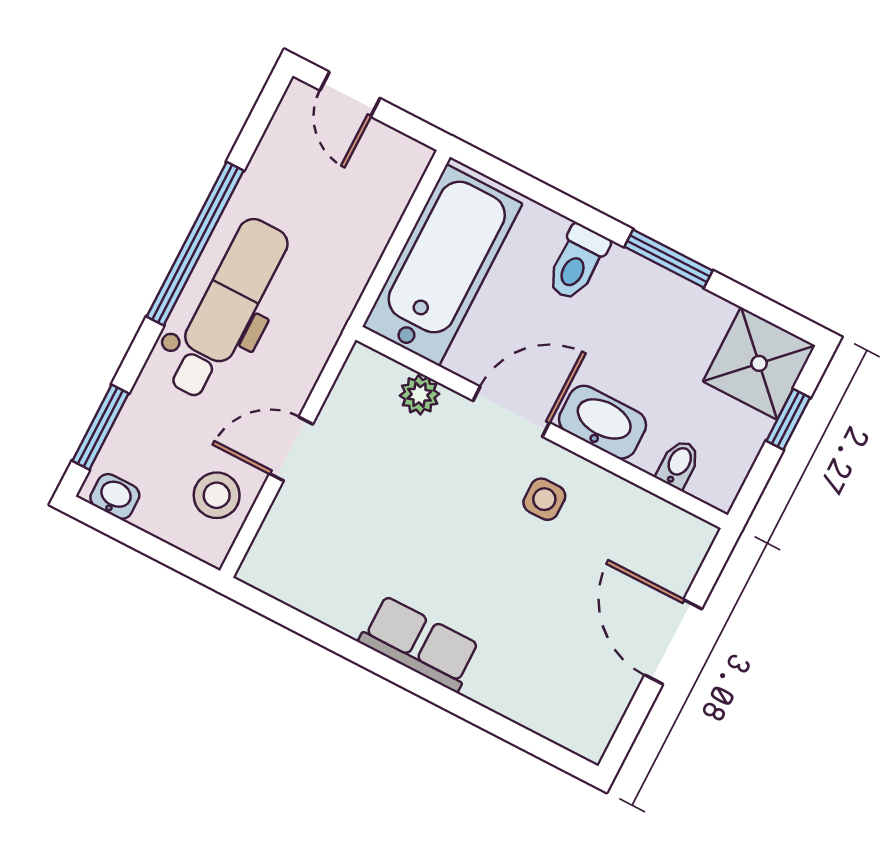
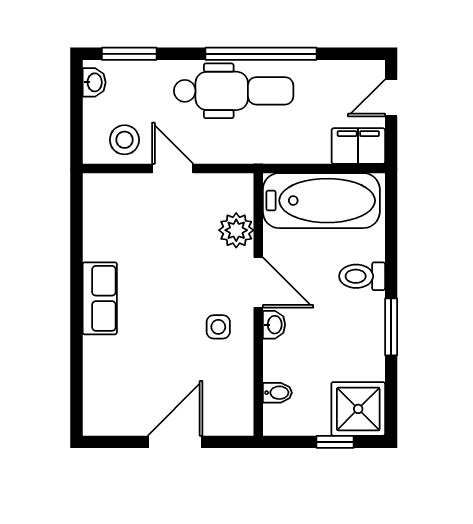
filing cabinet: (393, 174) -> (358, 146), added
plant: (420, 395) -> (236, 230), width x1.38, depth x1.38
washbasin: (603, 422) -> (274, 325), width x0.52, depth x0.69

